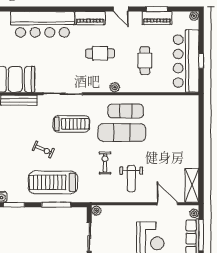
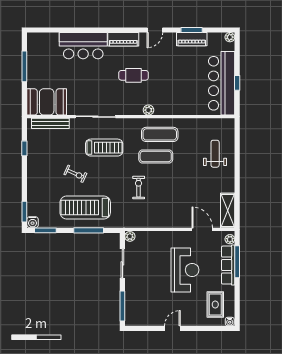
door: (121, 9) -> (155, 30), hinge flipped
bar counter: (42, 24) -> (83, 46), width x0.73
cafe table: (145, 61) -> (179, 83), removed
exercise mat: (122, 133) -> (156, 156), width x0.73, depth x0.69
weight bench: (131, 179) -> (215, 154), moved, turned 180

